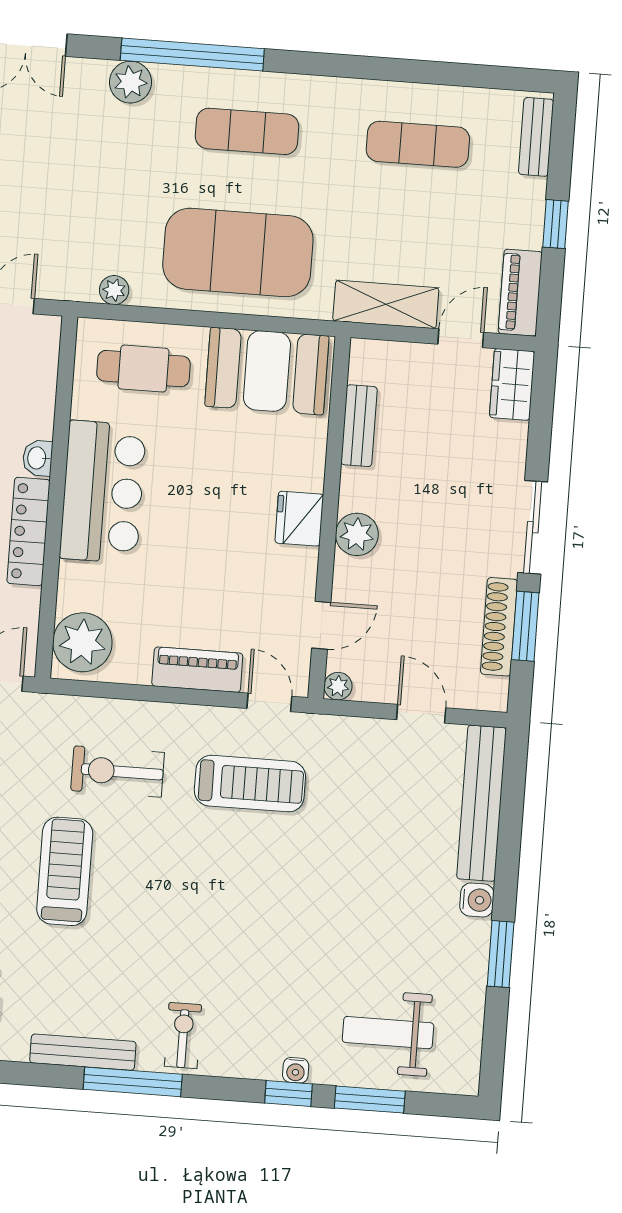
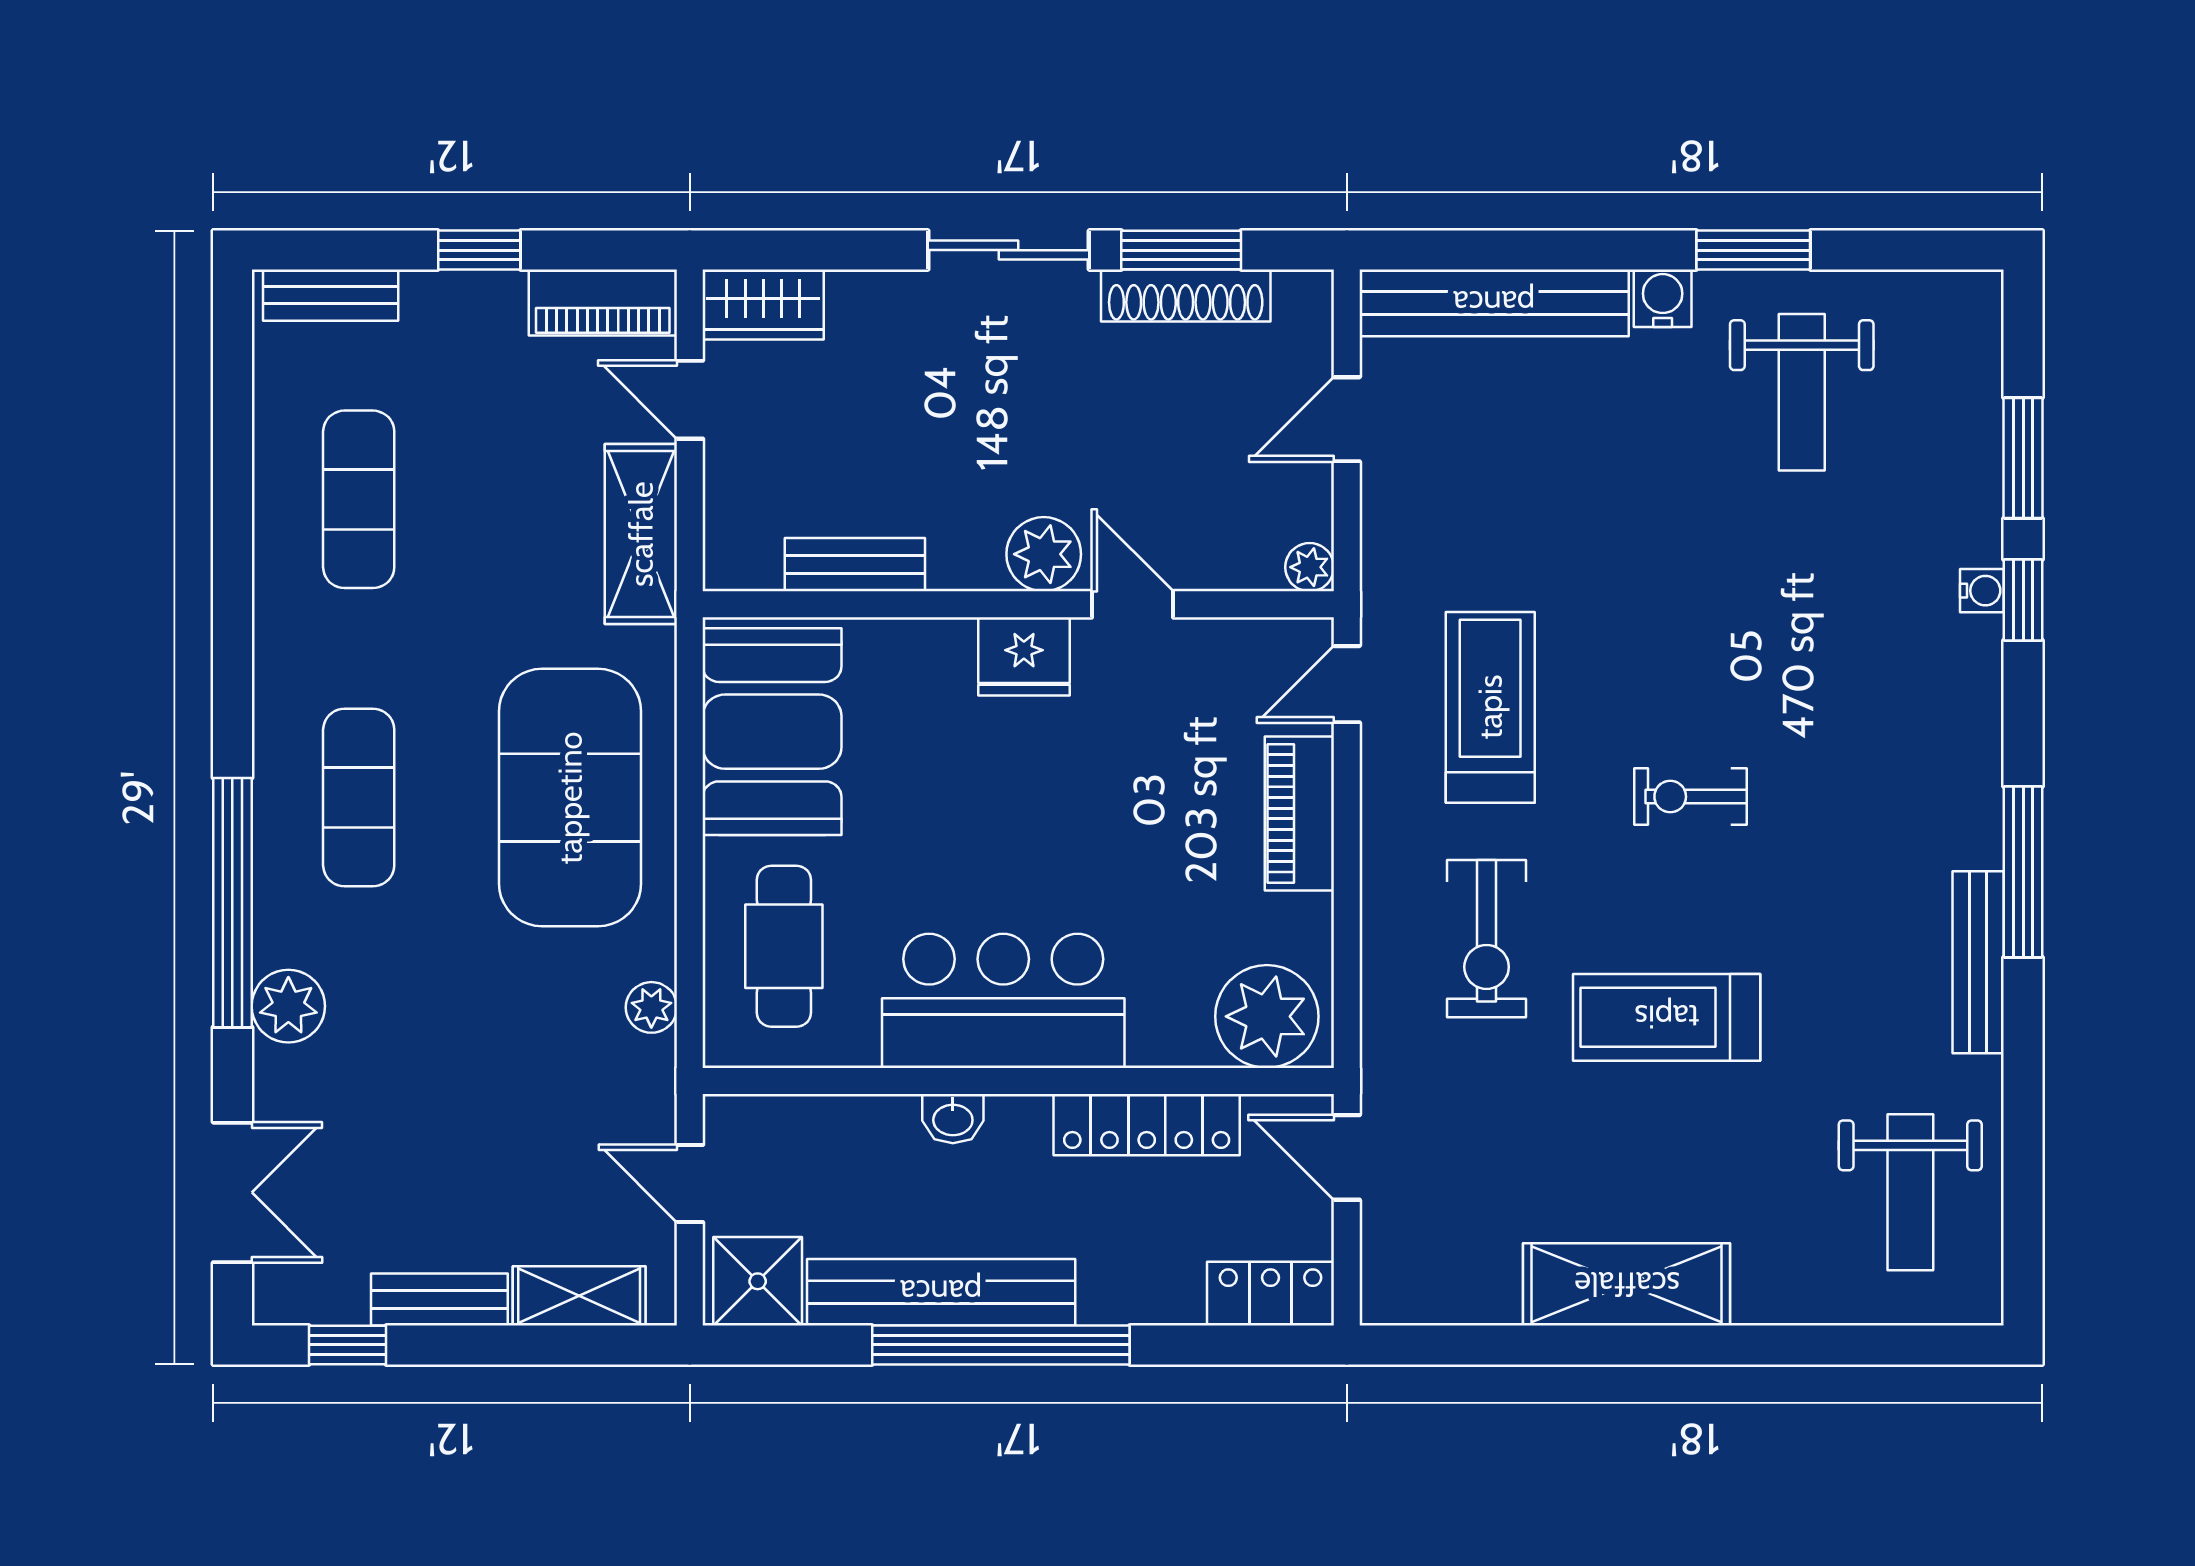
locker: (28, 531) -> (1147, 1125), moved
door: (321, 625) -> (1132, 604), moved
weight bench: (388, 1033) -> (1802, 392), moved
exercise bike: (183, 1035) -> (1690, 797), moved

